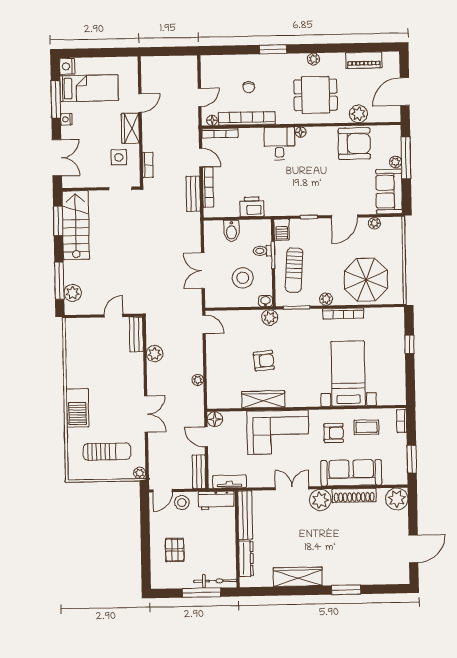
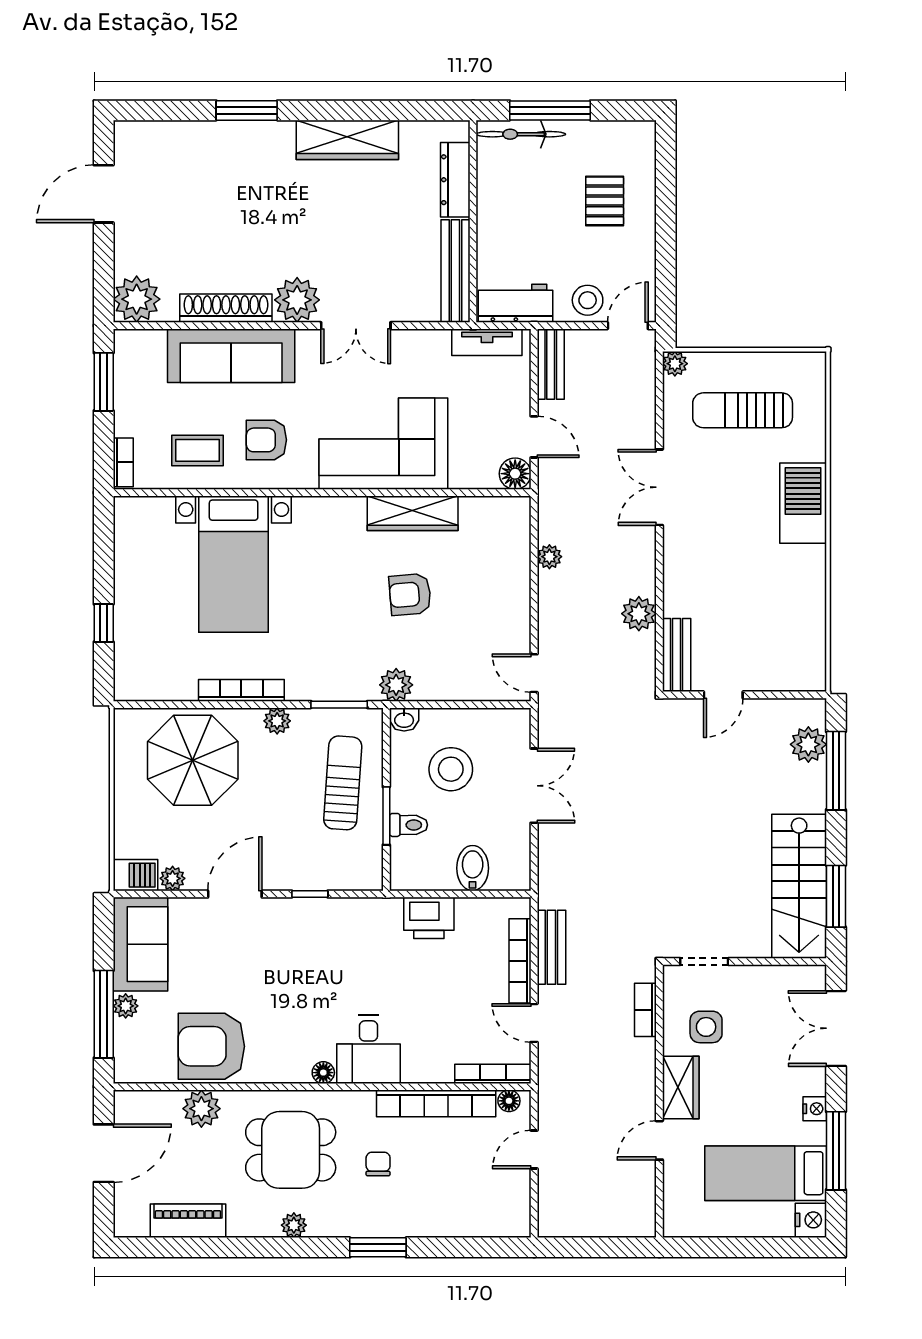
chair: (249, 87) -> (378, 1164), moved
barbecue: (282, 230) -> (135, 875), moved, turned 90

